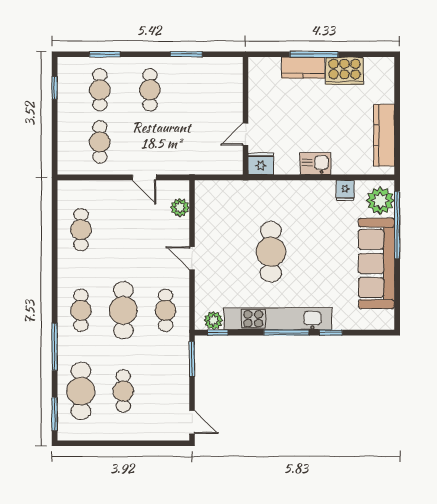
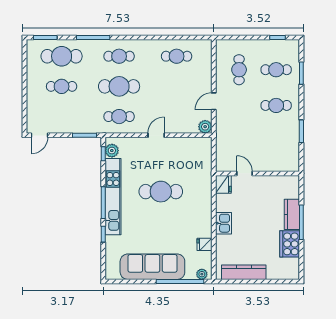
cafe table: (100, 142) -> (239, 70), turned 90
plant: (380, 201) -> (202, 274), width x0.53, depth x0.53
plant: (180, 208) -> (205, 127), moved

